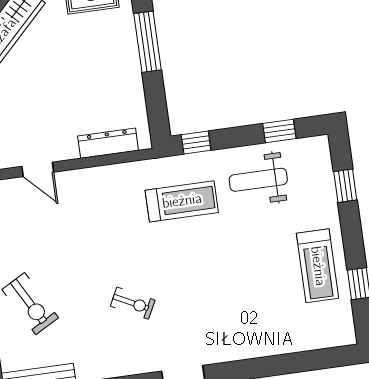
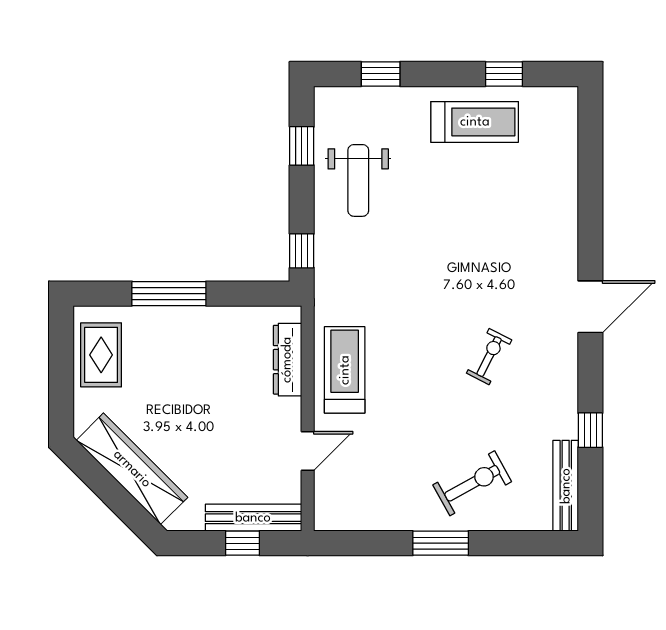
treadmill: (182, 201) -> (345, 370), moved

